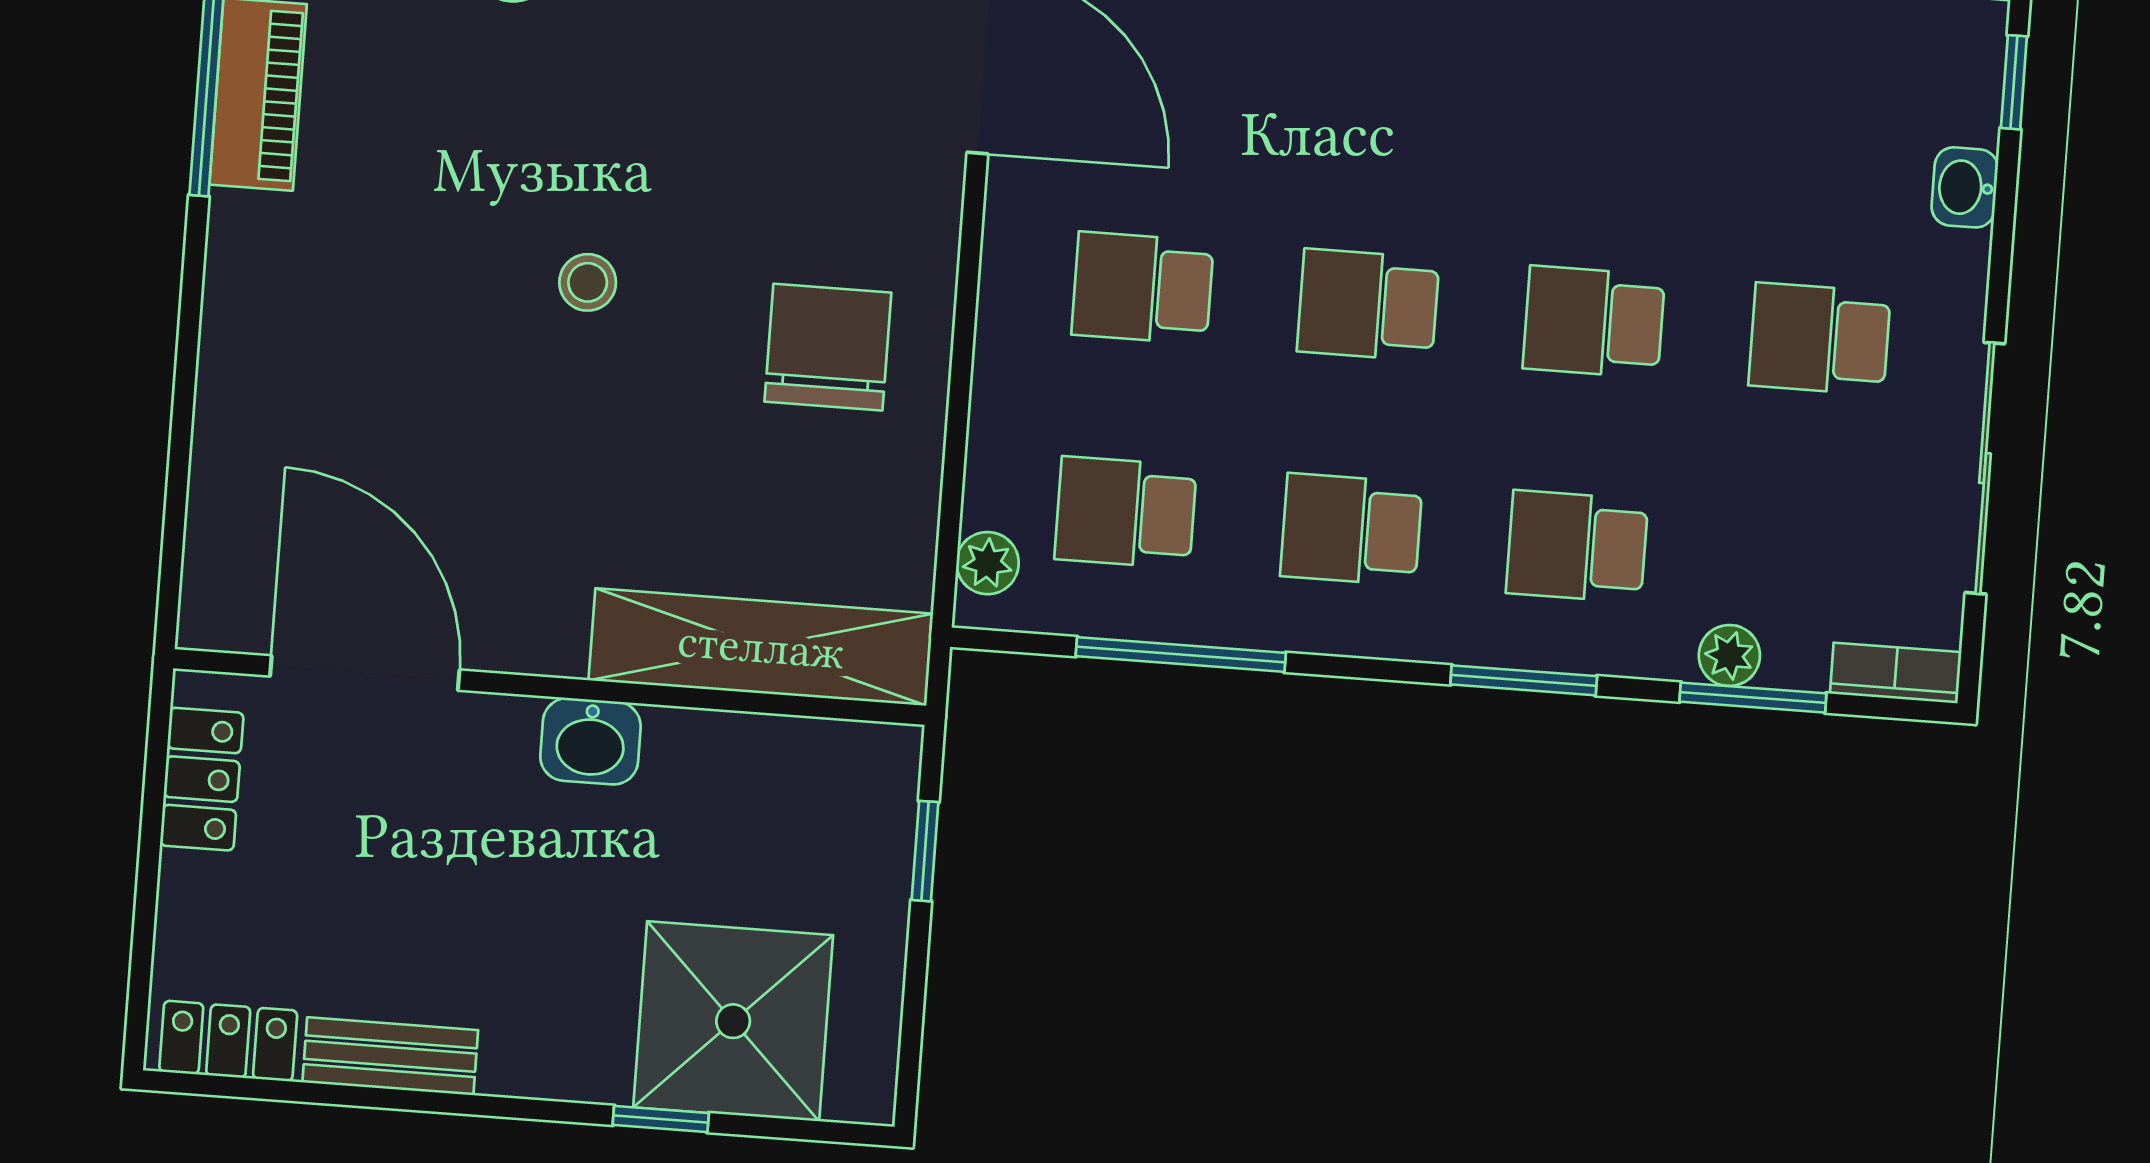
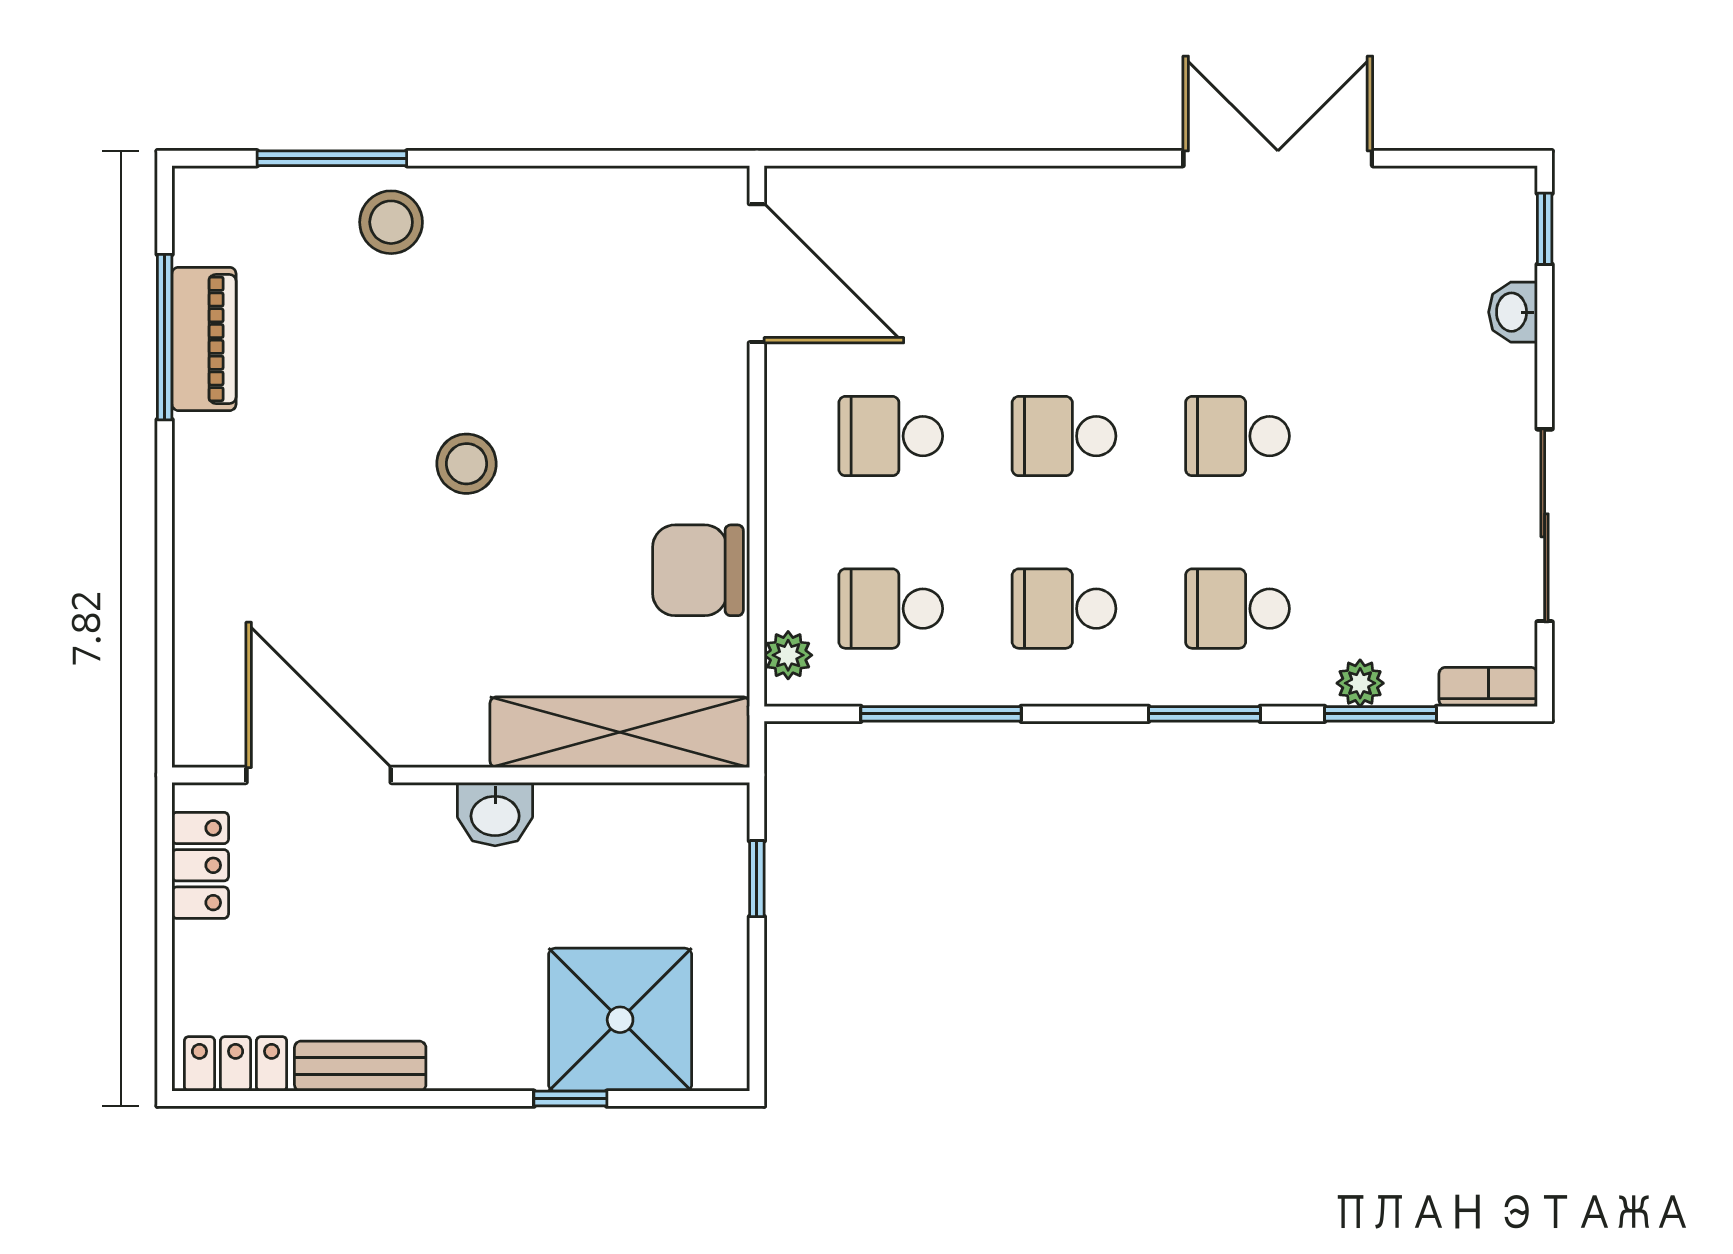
stool: (588, 282) -> (467, 464), width x1.37, depth x1.37
school desk: (1820, 339) -> (1411, 436), removed
chair: (828, 347) -> (698, 570), moved, turned -90

